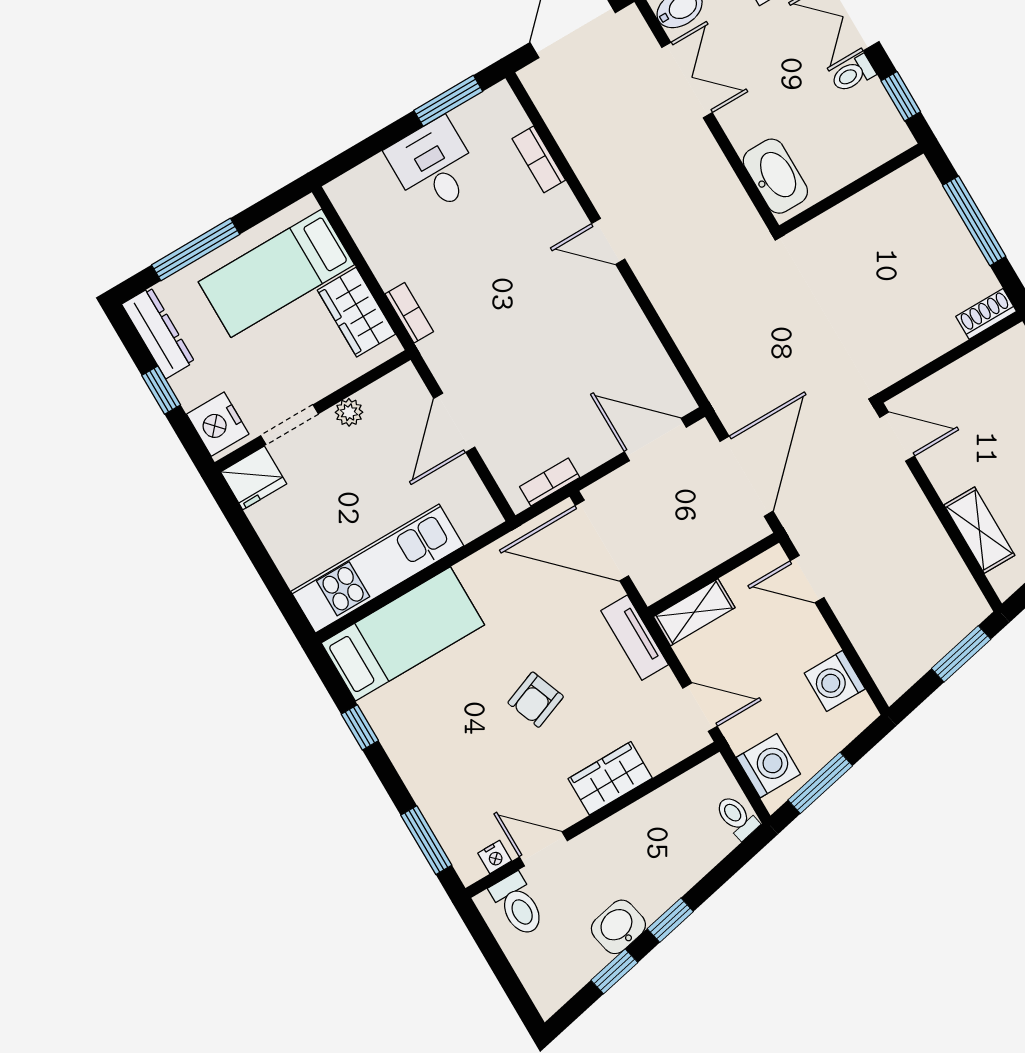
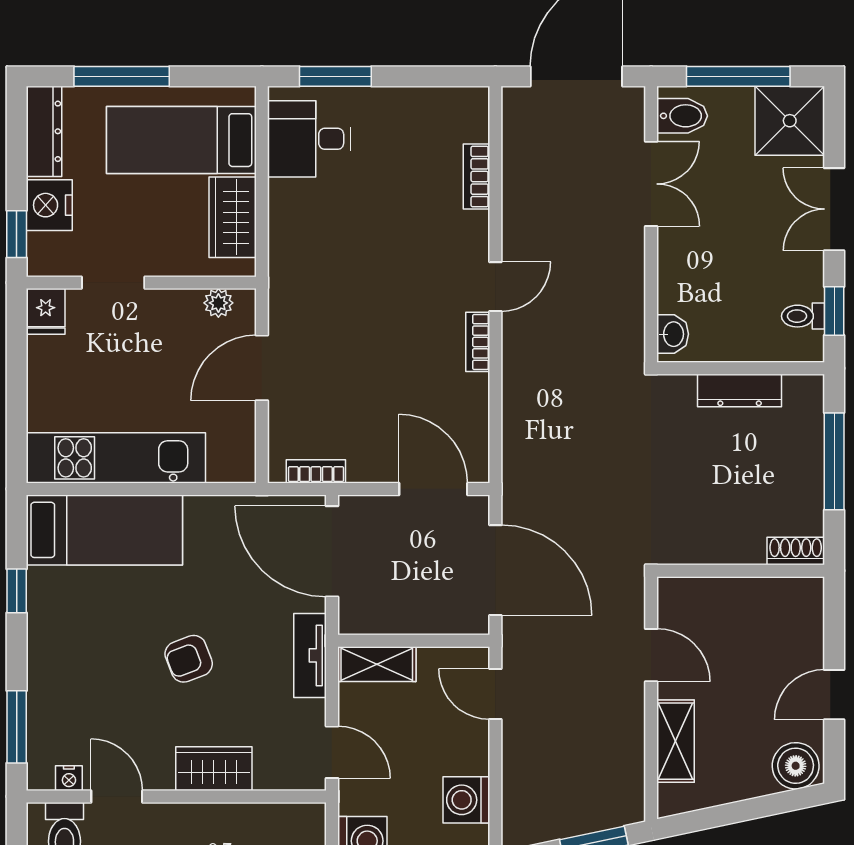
toilet: (853, 74) -> (803, 316), moved
window: (448, 101) -> (335, 76), moved
desk: (434, 166) -> (309, 139), moved, turned -90
washbasin: (775, 176) -> (673, 334), width x0.52, depth x0.69
dresser: (861, 208) -> (740, 390), added
door: (608, 241) -> (495, 287), swing flipped
bookcase: (409, 313) -> (478, 342), moved, turned 180
window: (161, 390) -> (17, 234), moved
plant: (349, 412) -> (218, 303), moved
nightstand: (218, 424) -> (49, 205), moved
door: (897, 437) -> (651, 655), moved
door: (747, 476) -> (495, 570), hinge flipped
fridge: (254, 478) -> (46, 311), width x0.72

